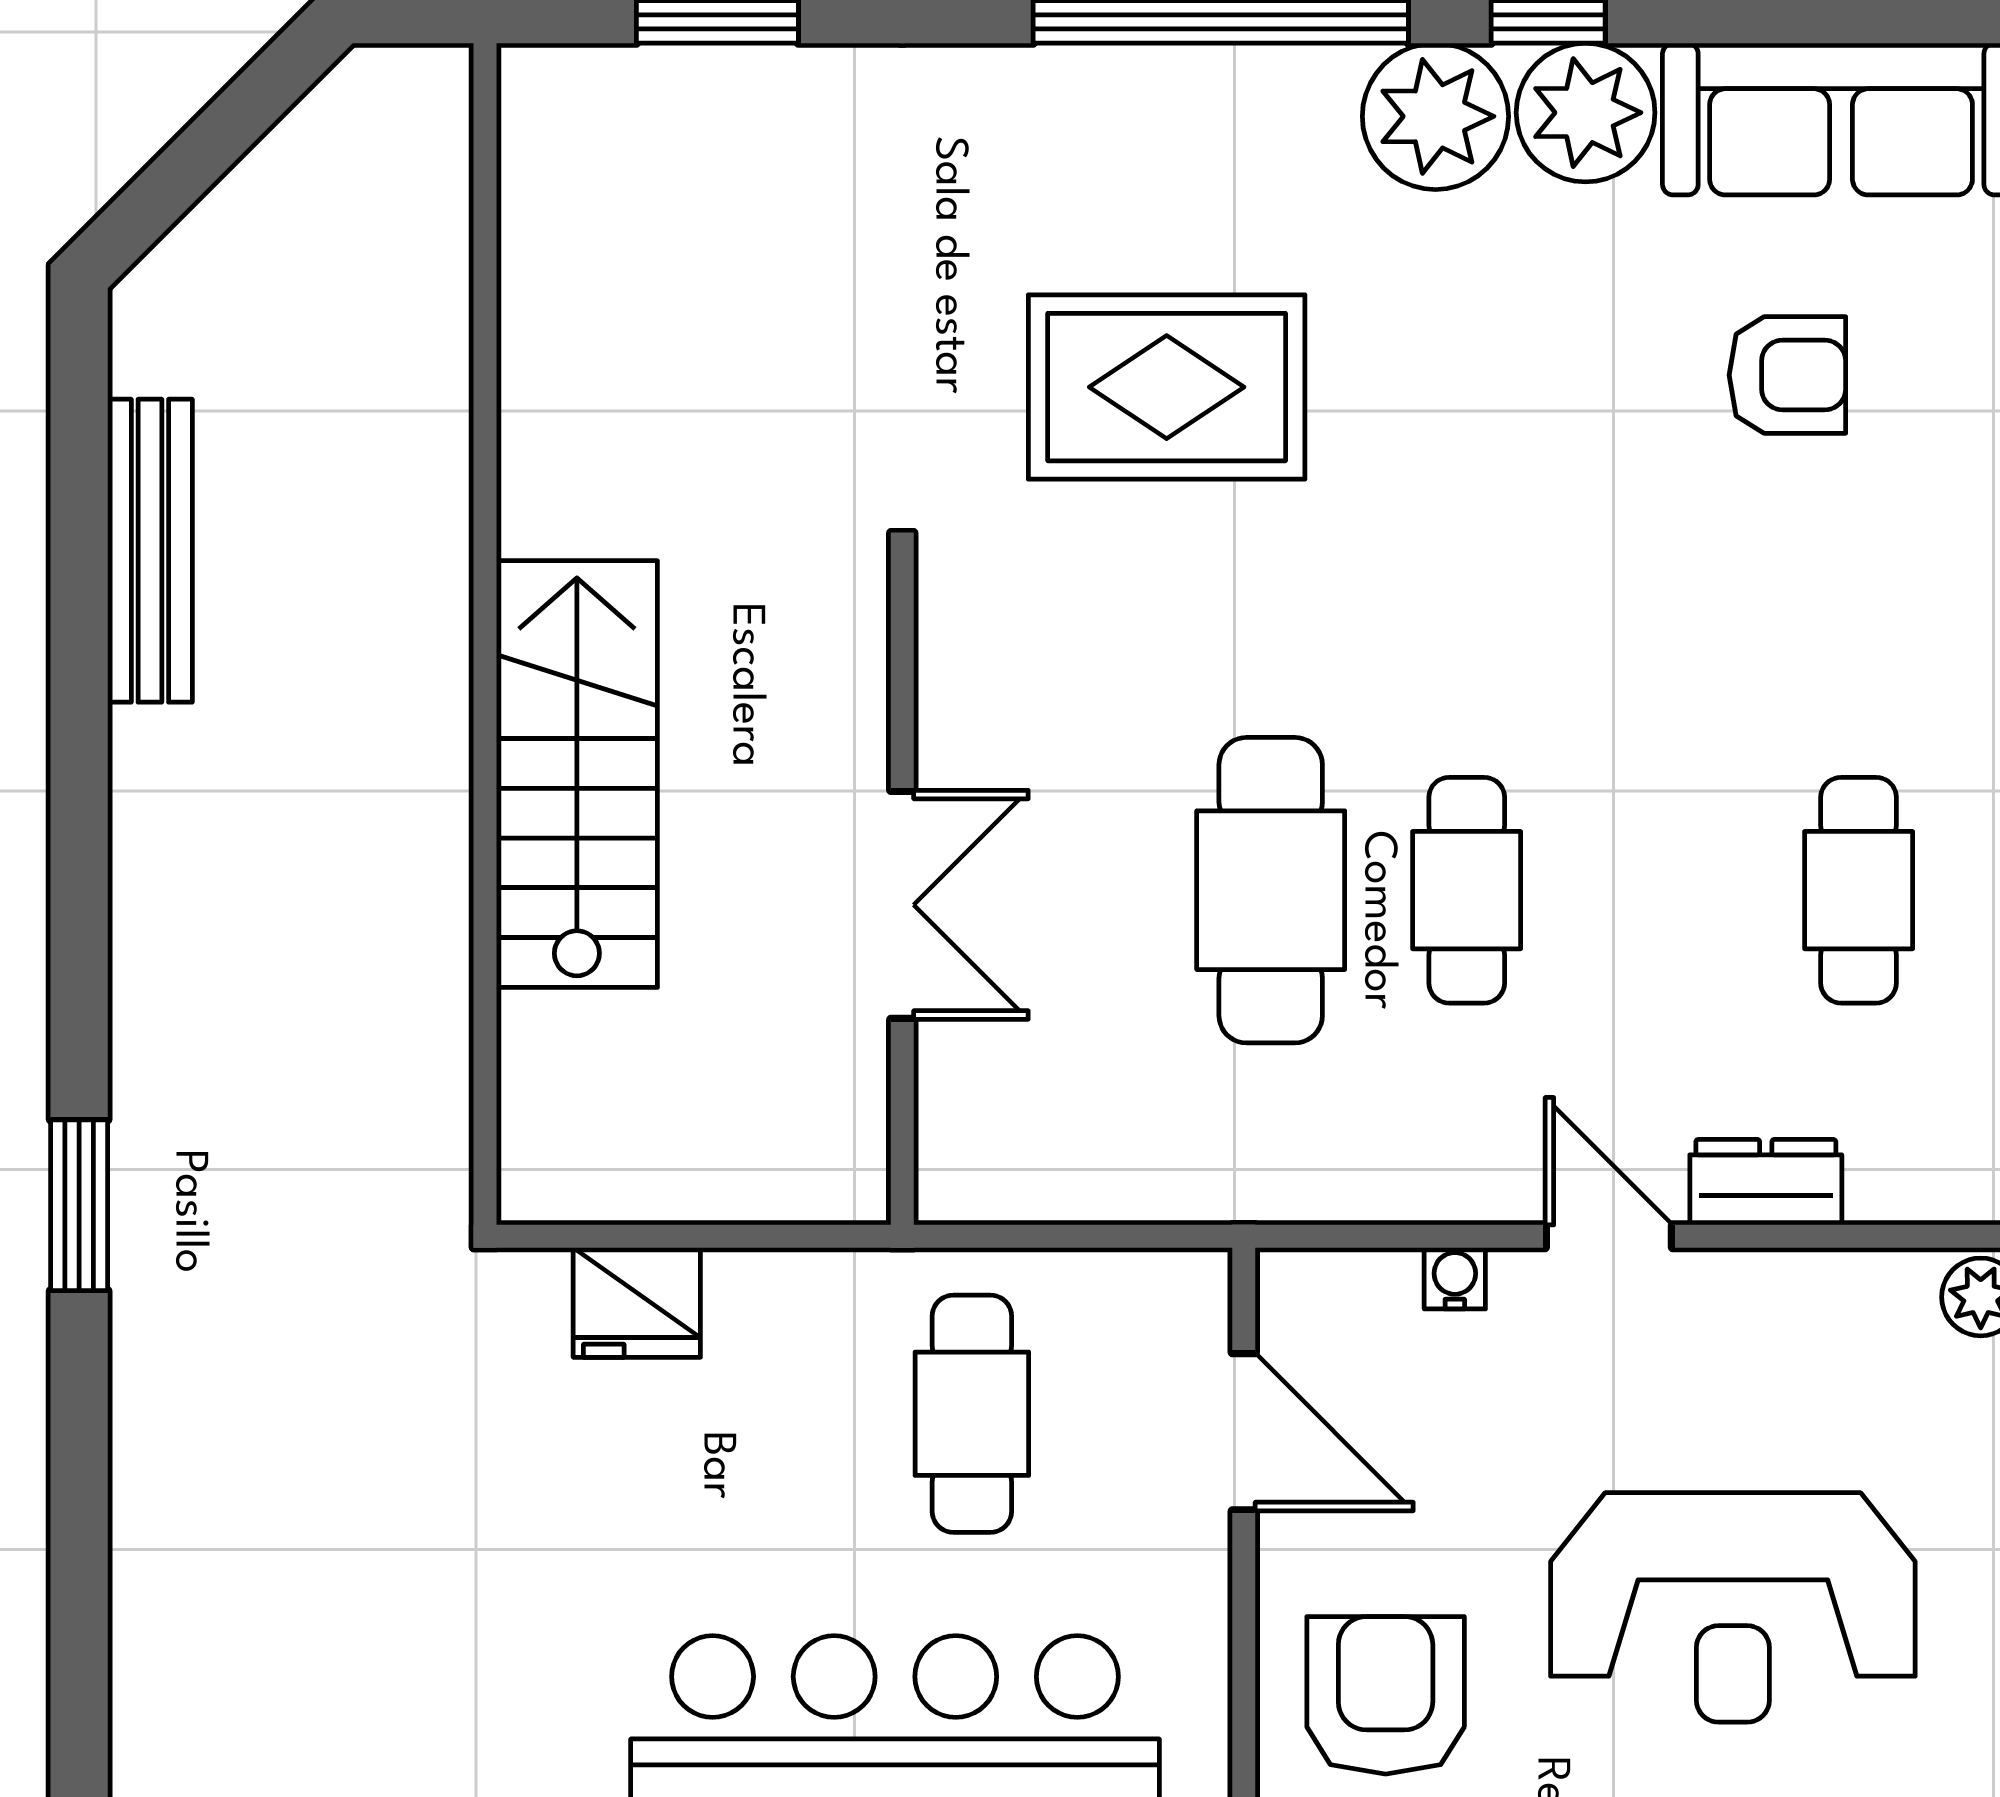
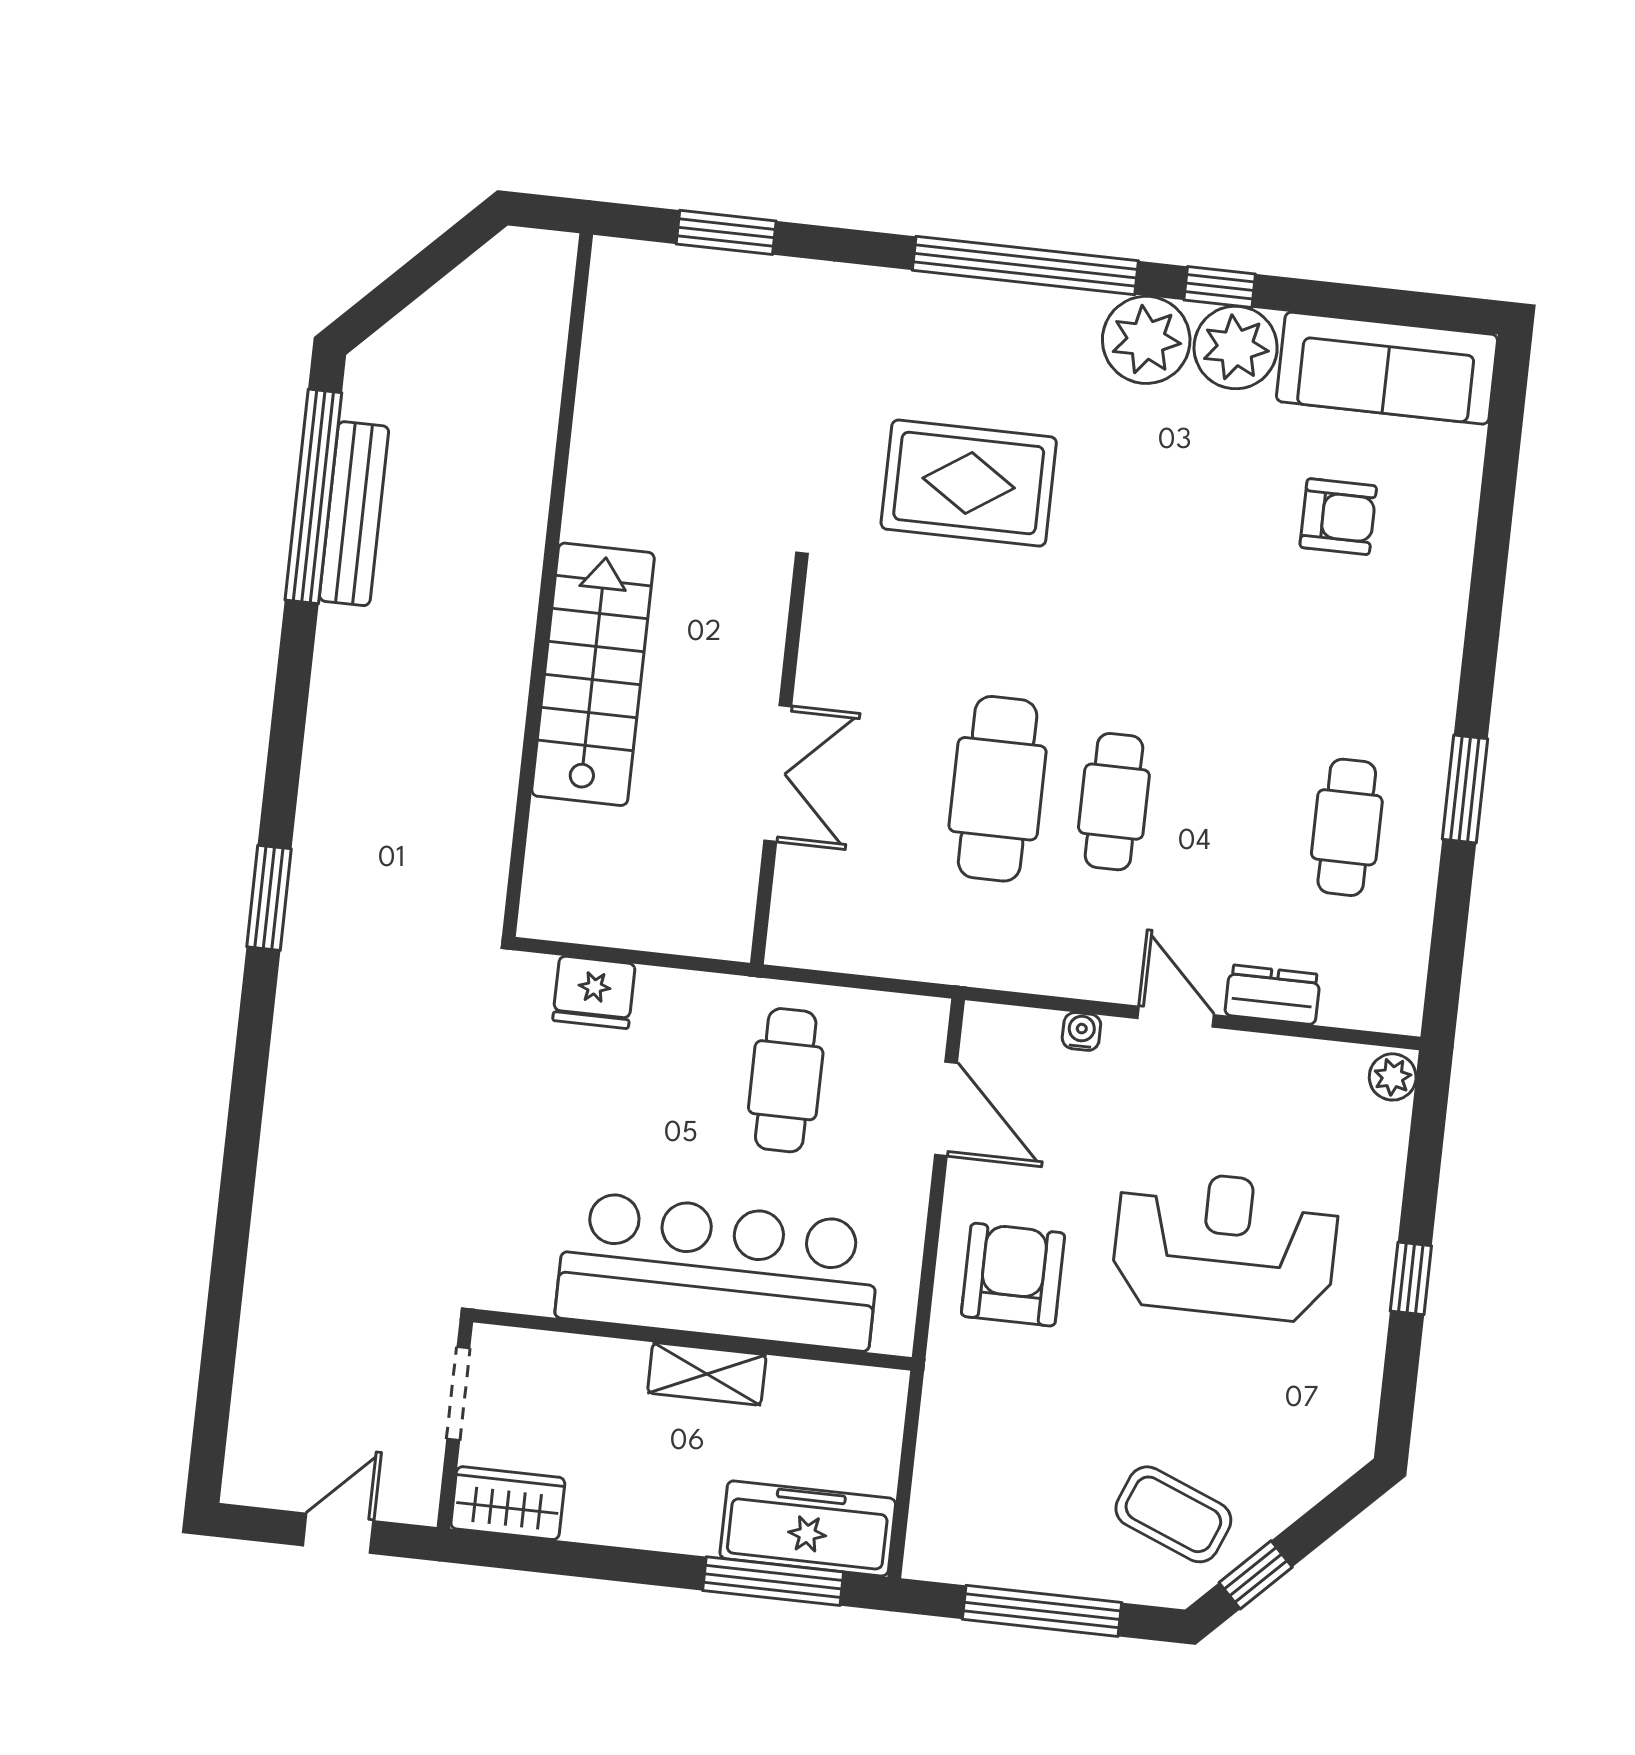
window: (79, 529) -> (313, 496), added
reception desk: (1733, 1607) -> (1225, 1245), turned 180

